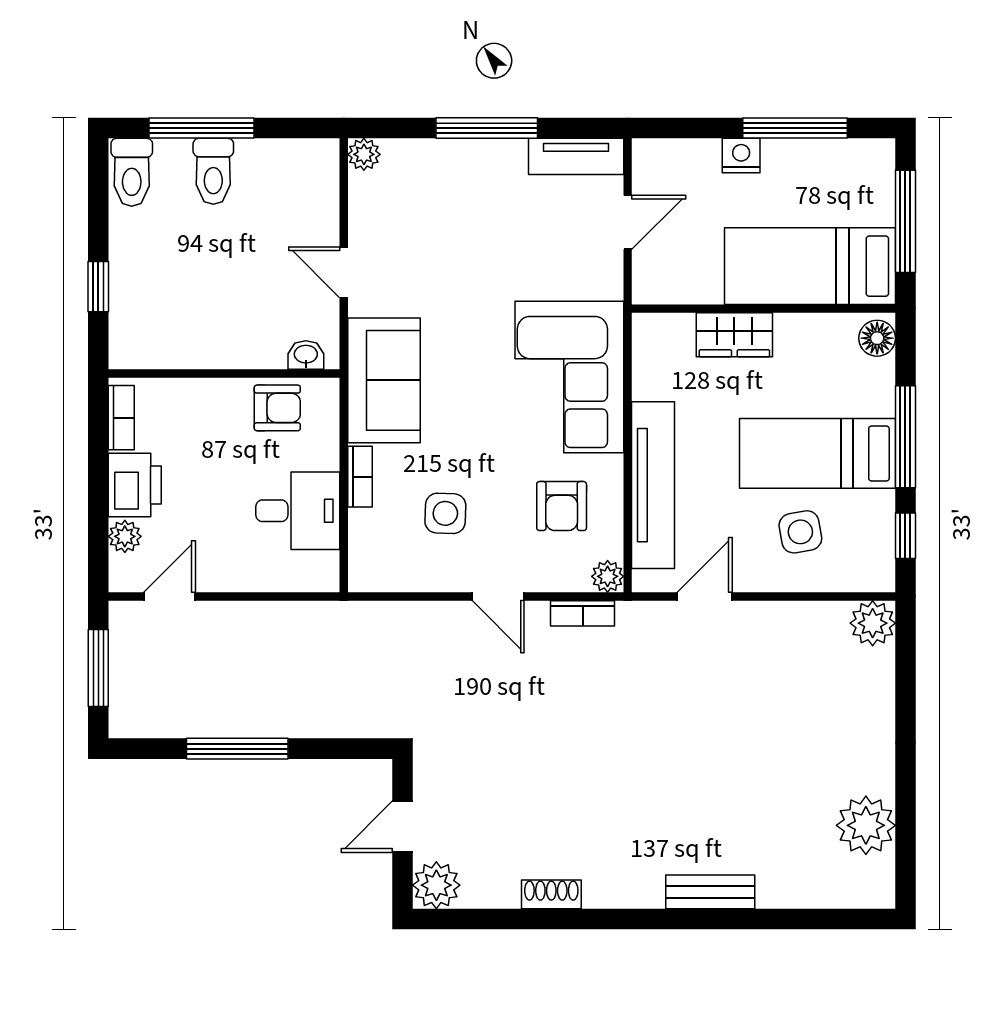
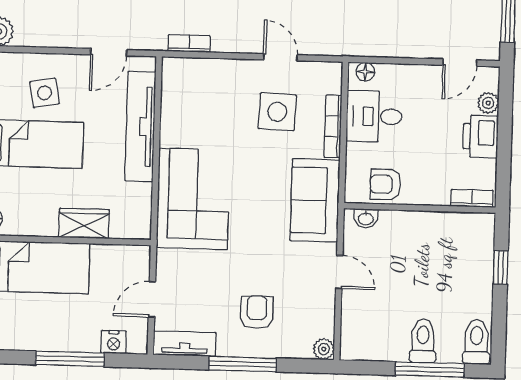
window: (795, 128) -> (70, 359), moved
nightstand: (741, 156) -> (114, 342), moved
bookcase: (121, 418) -> (472, 198), moved, turned 90
bookcase: (360, 477) -> (333, 126), width x1.56
armchair: (562, 506) -> (257, 312), moved
side table: (445, 513) -> (277, 112), width x1.37, depth x1.37
plant: (608, 576) -> (172, 67), removed
floor lamp: (313, 578) -> (365, 72), added
door: (498, 597) -> (280, 57), moved

